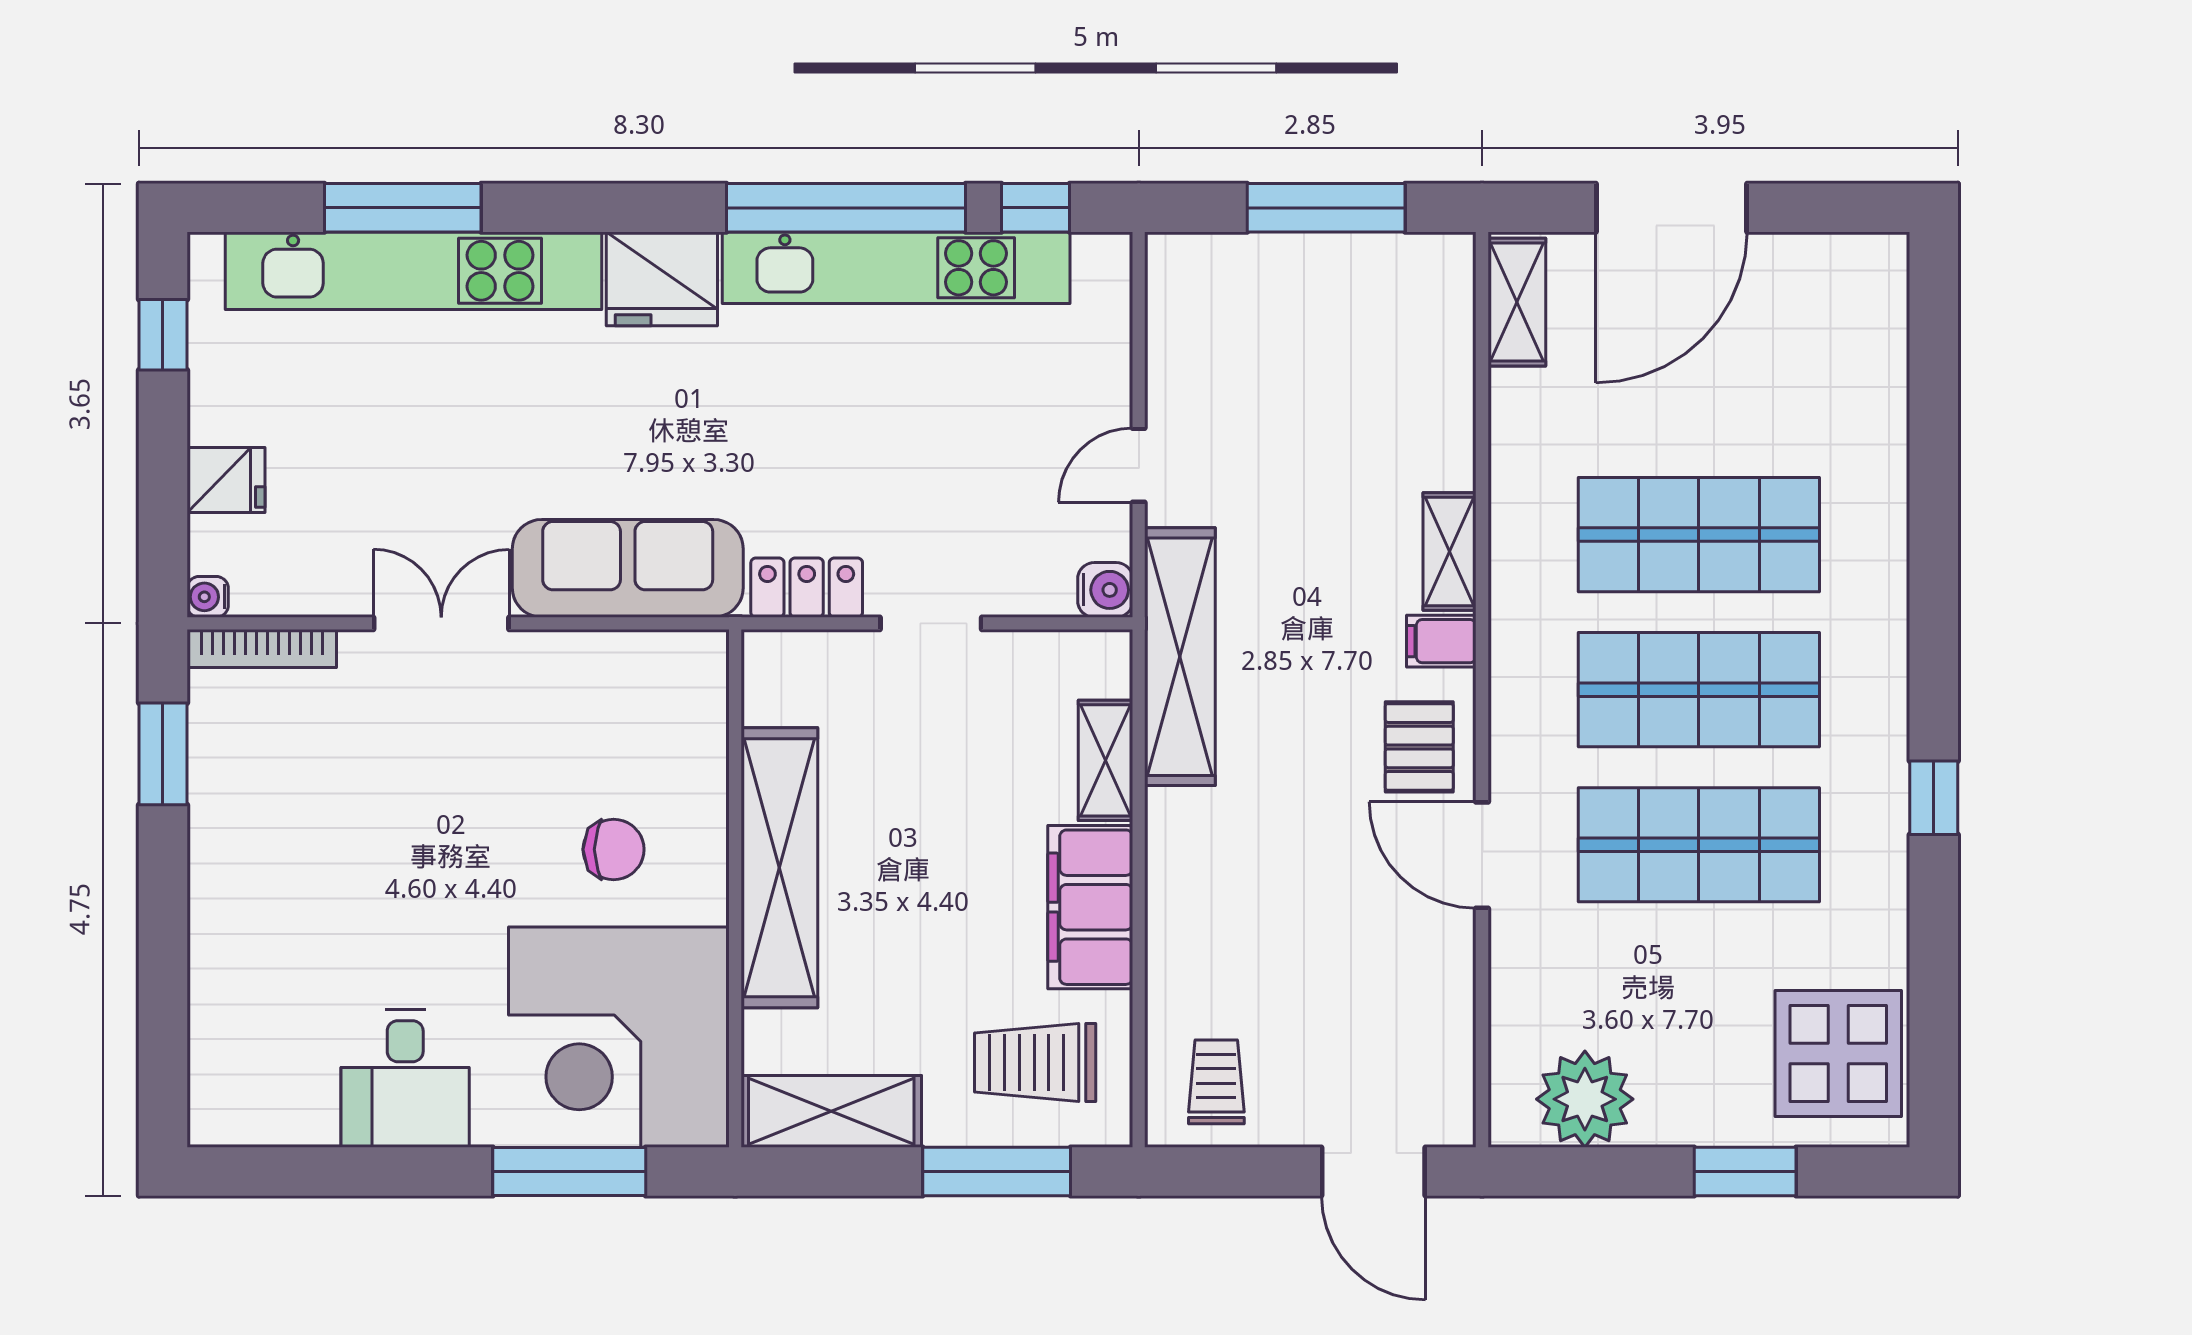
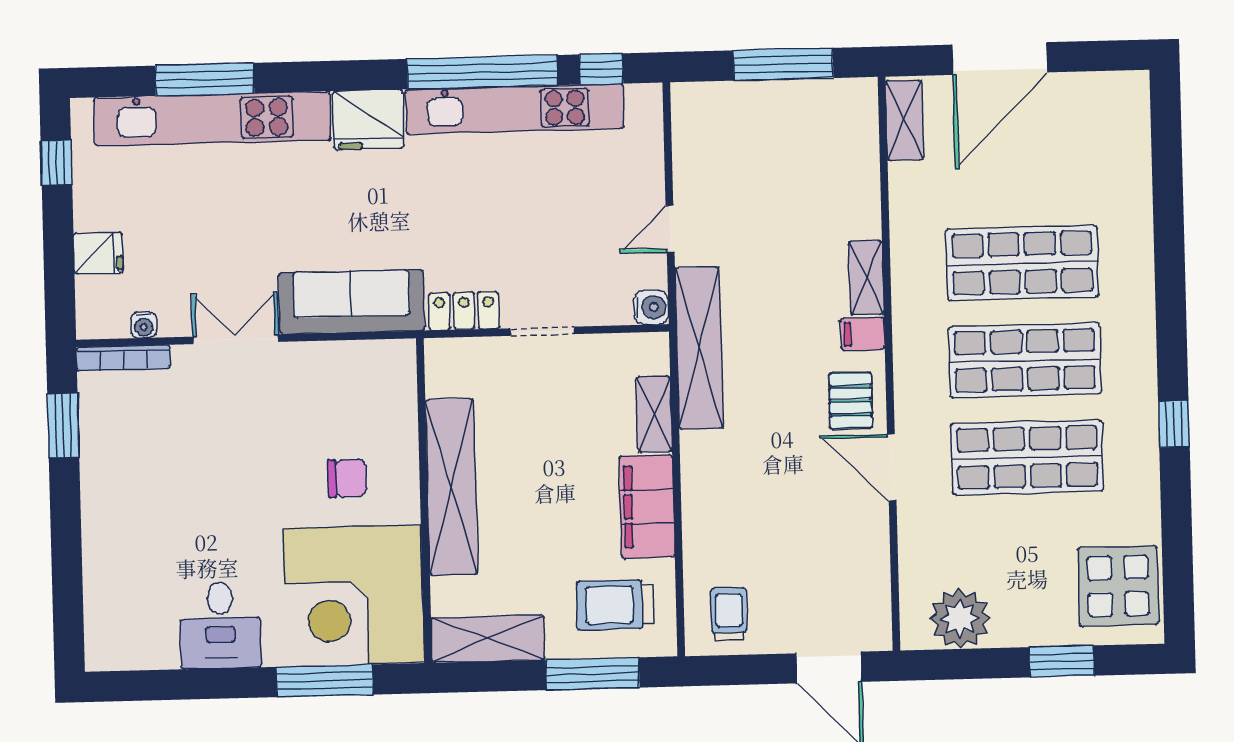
water cooler: (208, 597) -> (144, 325), moved, turned -90

